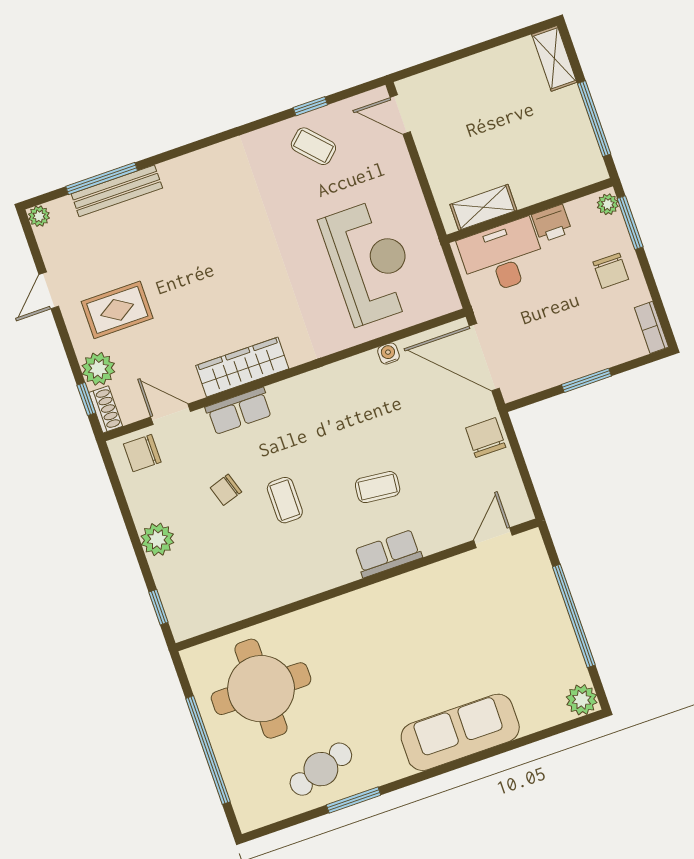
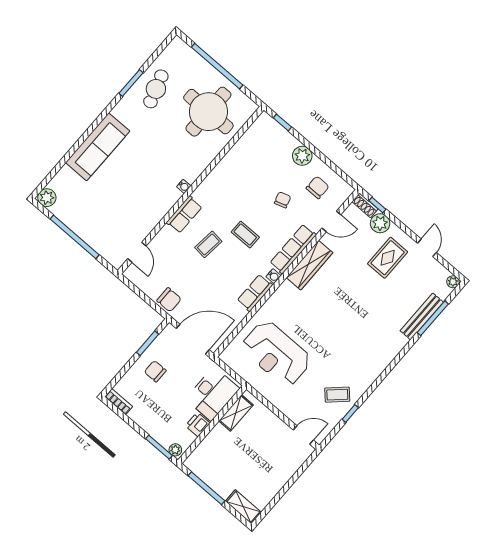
chair: (611, 271) -> (155, 371), moved
water cooler: (388, 354) -> (273, 276), moved
row of seats: (349, 373) -> (255, 293), added
window: (586, 380) -> (147, 343), moved
row of seats: (239, 411) -> (293, 249), width x1.48
chair: (142, 453) -> (318, 187), moved
coffee table: (285, 500) -> (245, 235), moved
water cooler: (364, 597) -> (184, 186), added

